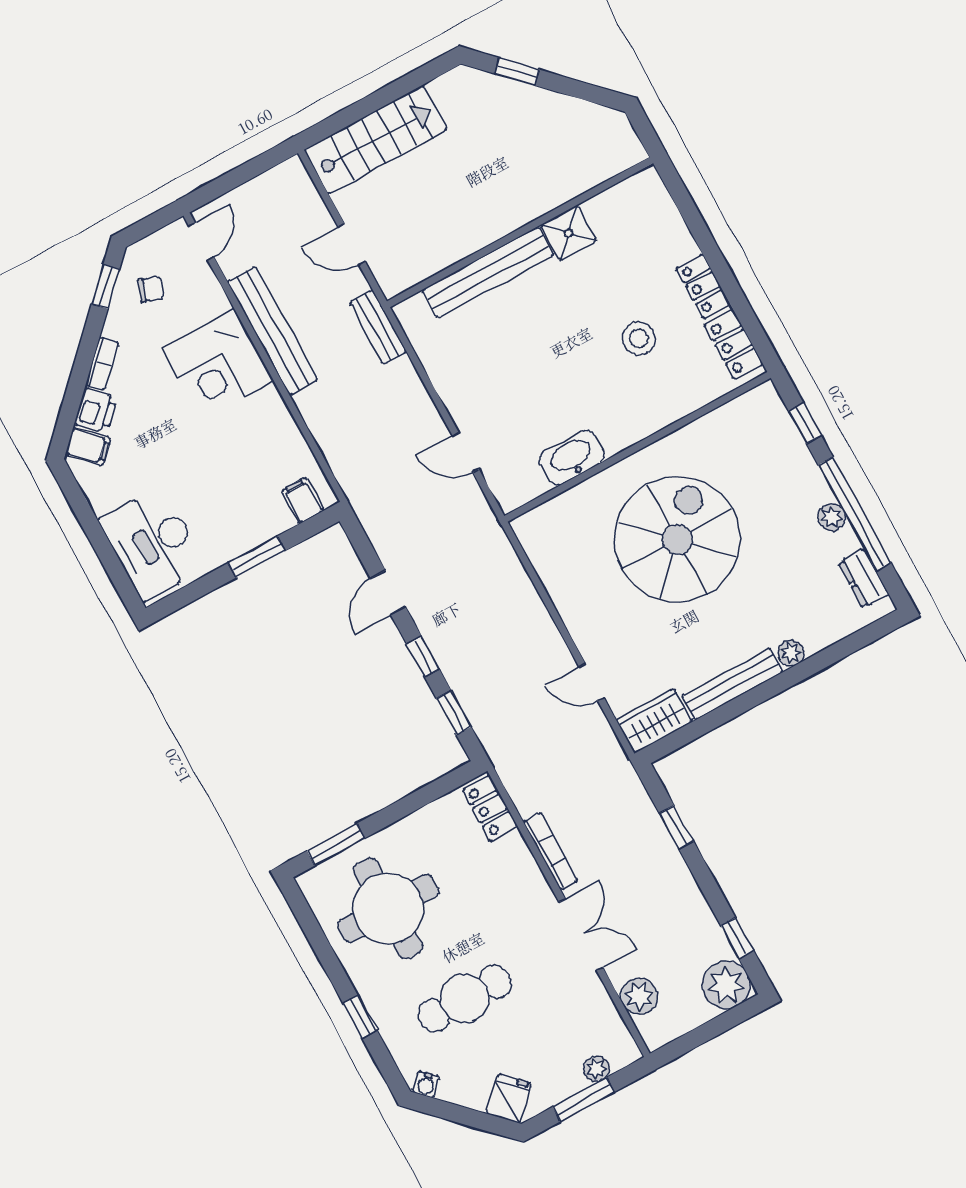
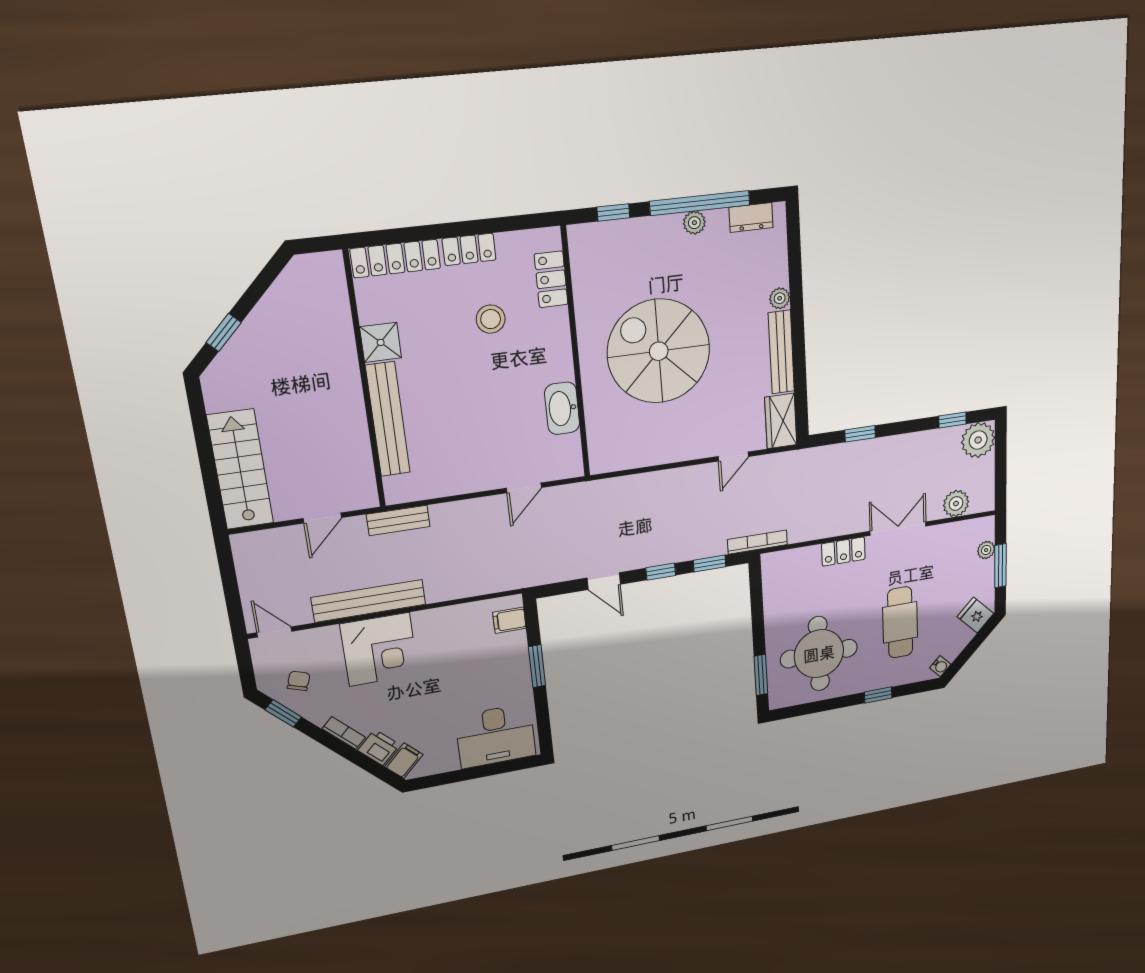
locker: (663, 214) -> (395, 259), added
locker: (734, 345) -> (551, 279), moved, turned 90
locker: (490, 808) -> (843, 552), moved
bookcase: (550, 851) -> (757, 542), moved

